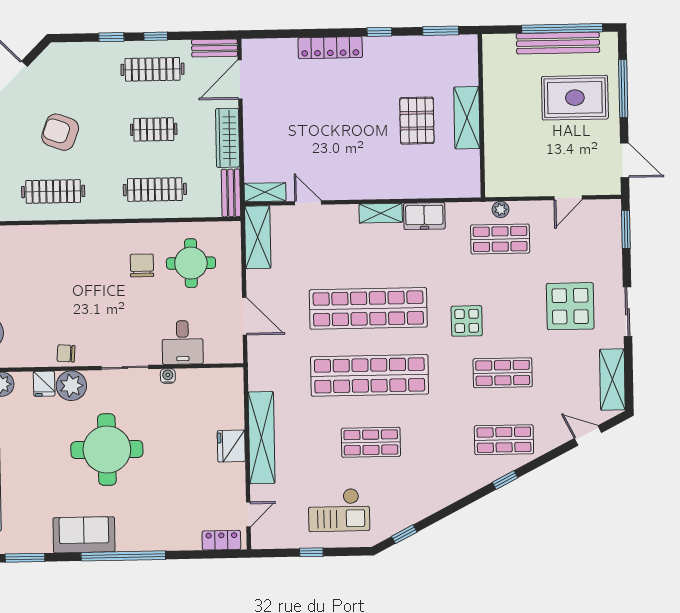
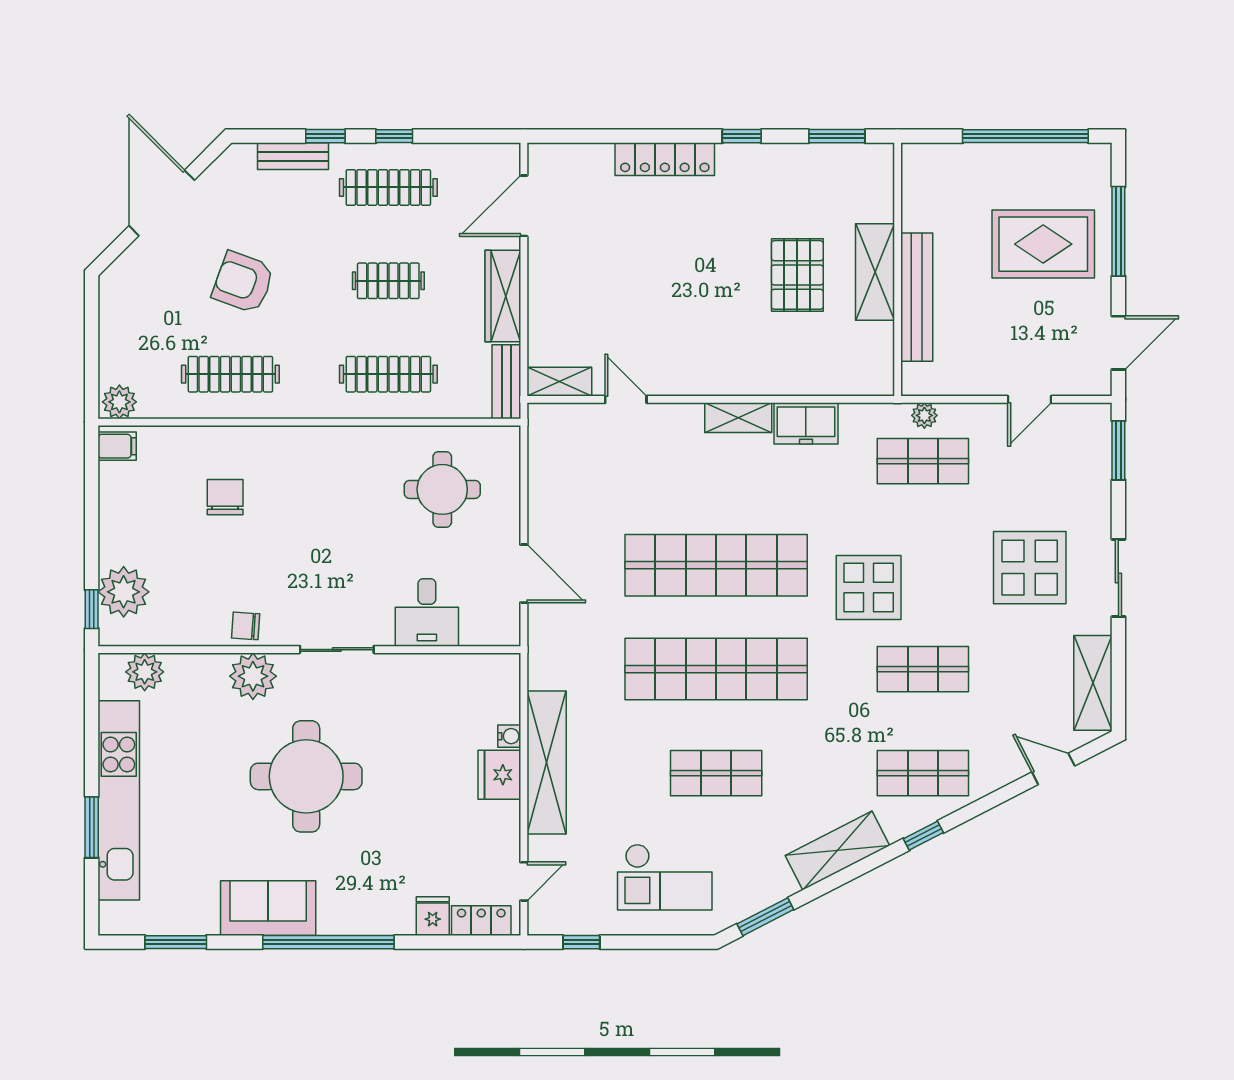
bench: (558, 43) -> (917, 297), moved, turned 90
bench: (215, 48) -> (293, 156), moved
door: (625, 160) -> (1118, 343), hinge flipped
shelving: (258, 237) -> (837, 850), moved, turned 63
chair: (142, 265) -> (225, 497), moved
display table: (467, 321) -> (869, 587), width x1.36, depth x1.36
water cooler: (168, 376) -> (509, 736), moved, turned 90
fridge: (44, 384) -> (433, 916), moved, turned 180
window: (404, 534) -> (765, 917), width x1.50
window: (311, 552) -> (581, 942), moved

